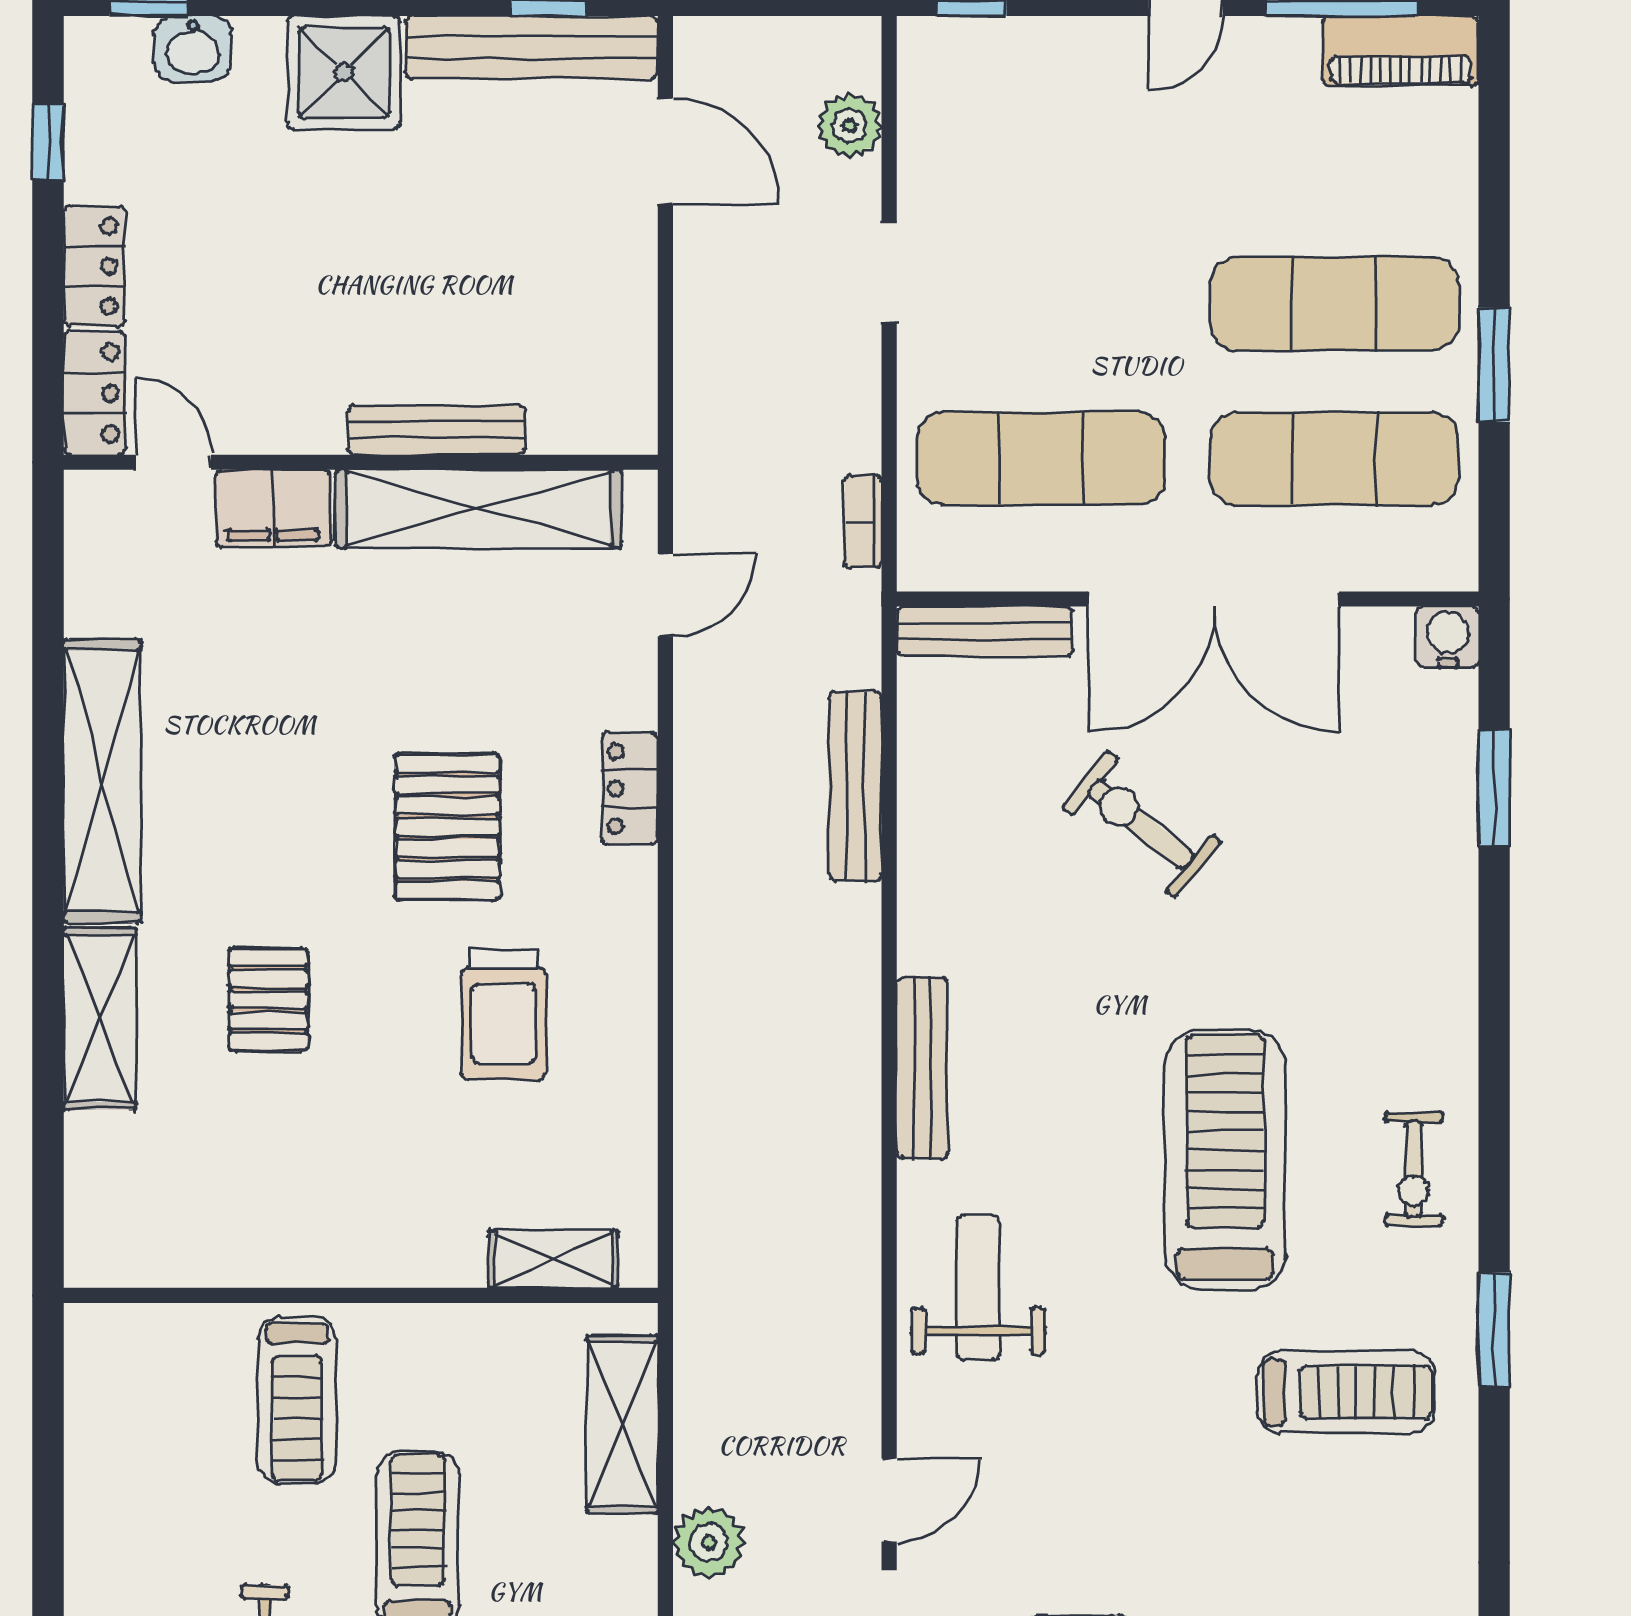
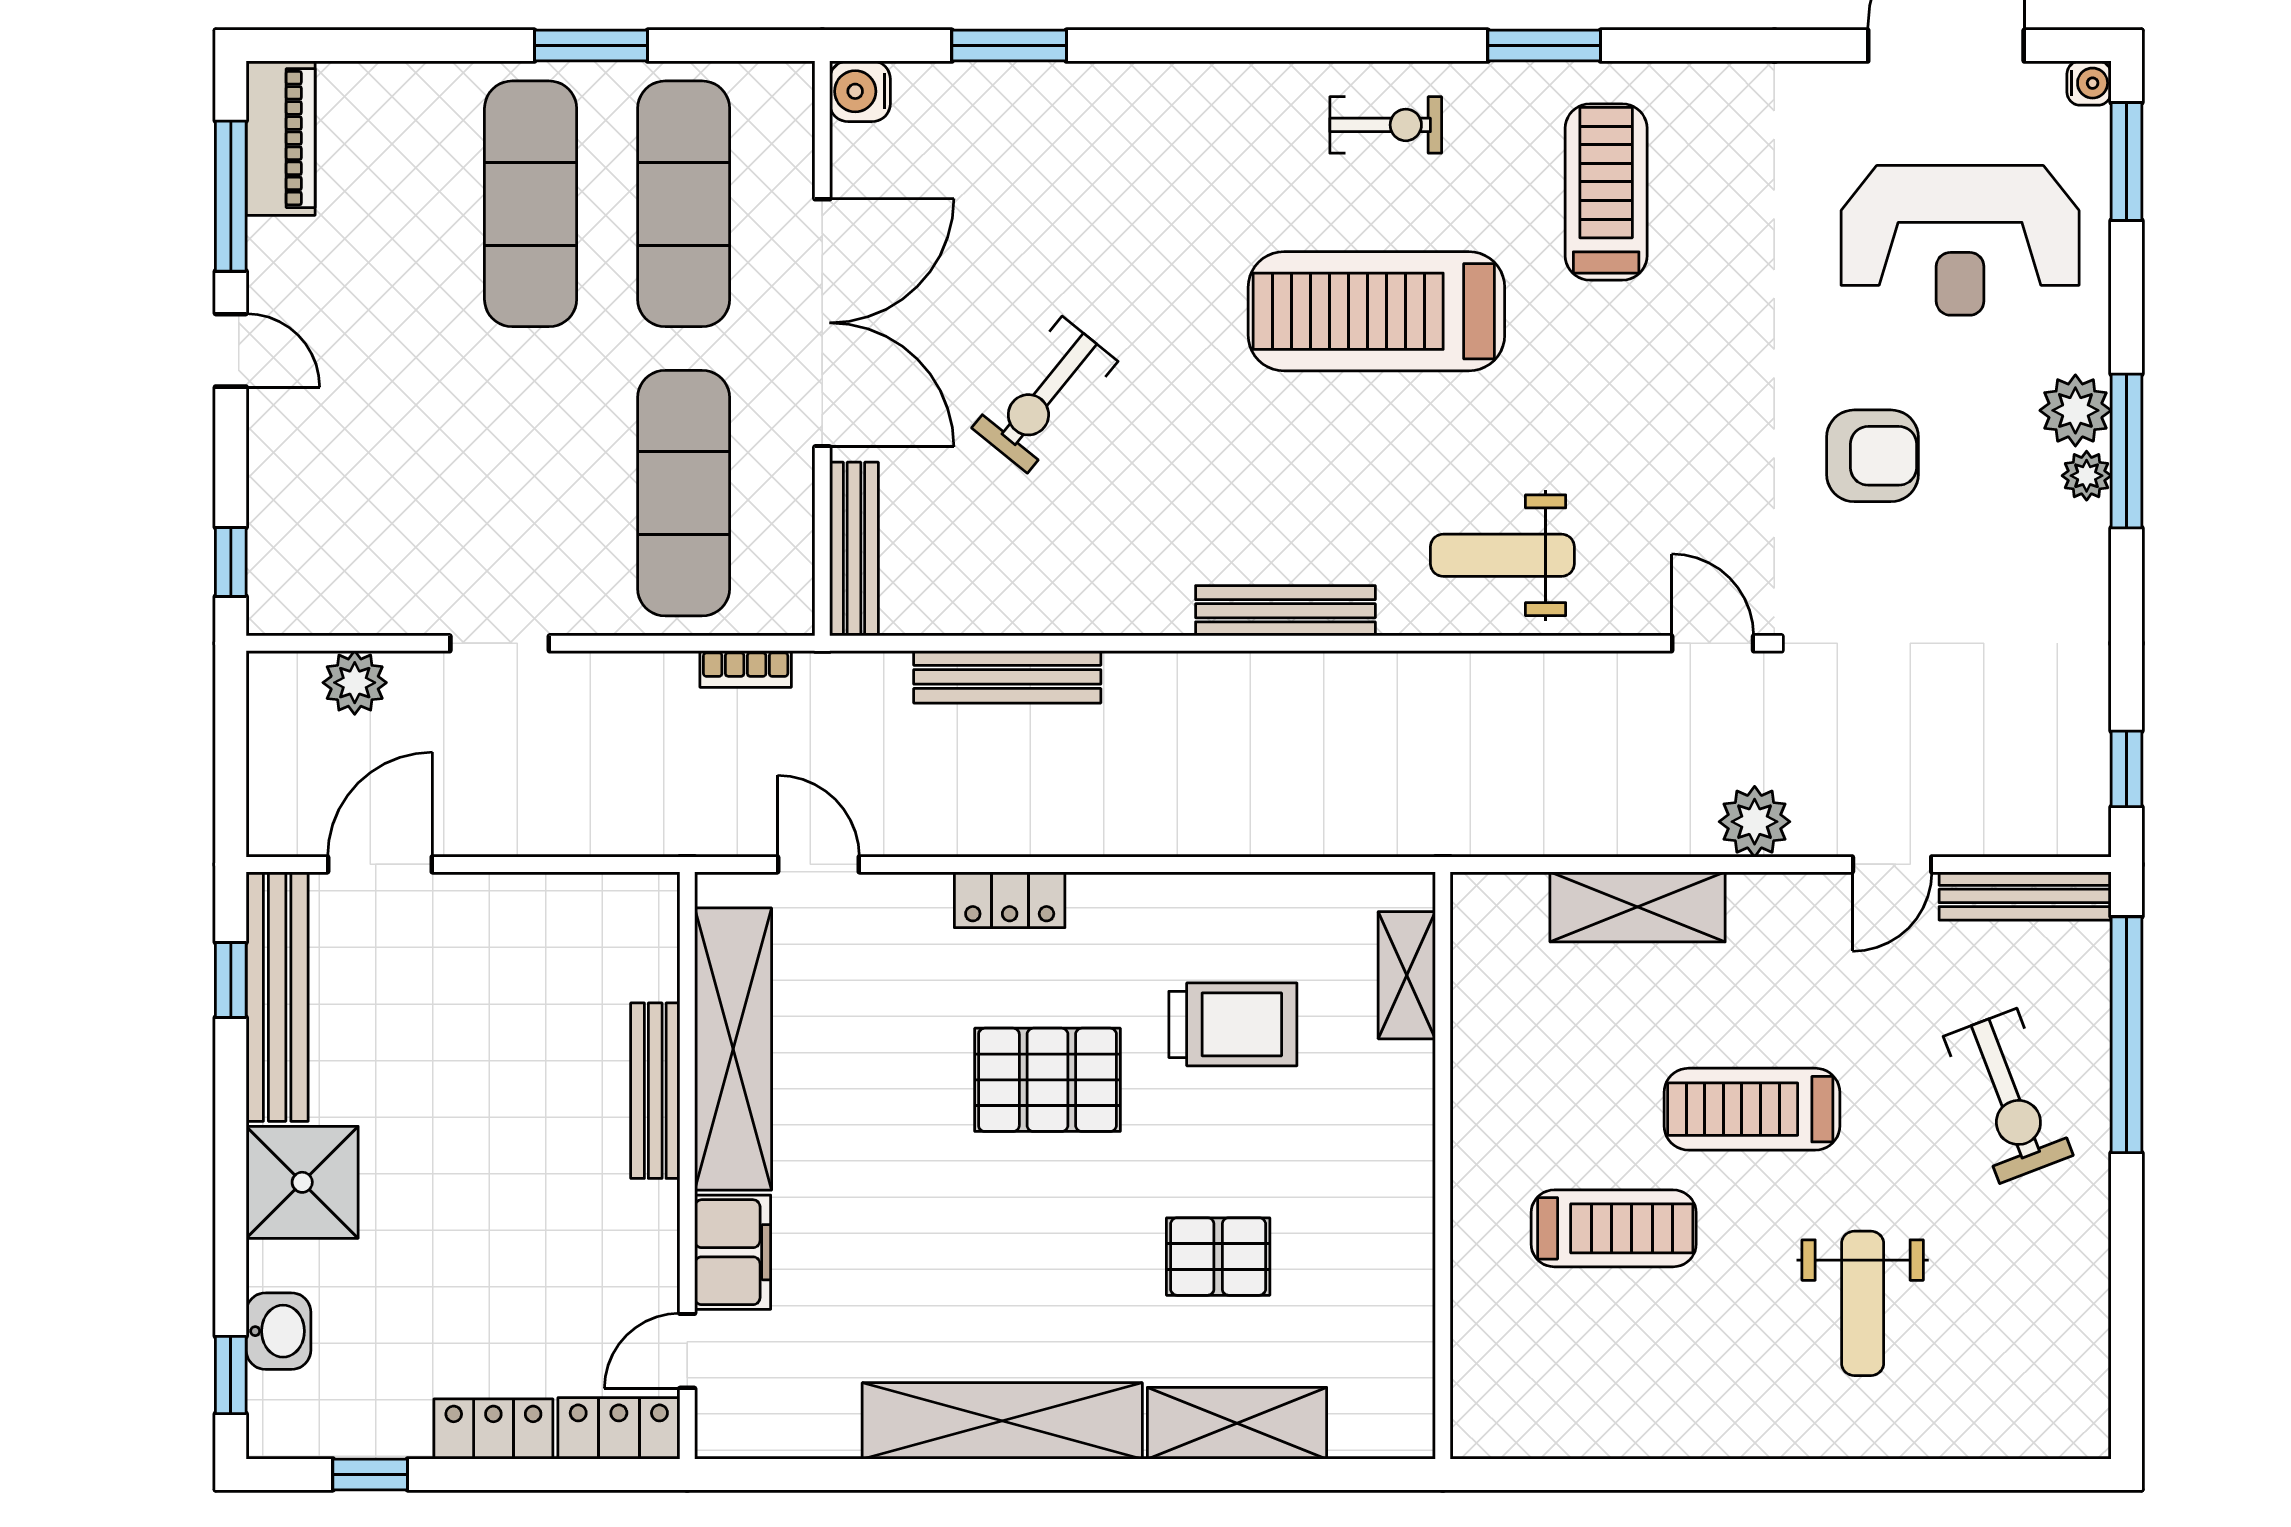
shelving: (553, 1259) -> (1407, 975), moved
wall: (361, 1295) -> (1443, 1165), moved

